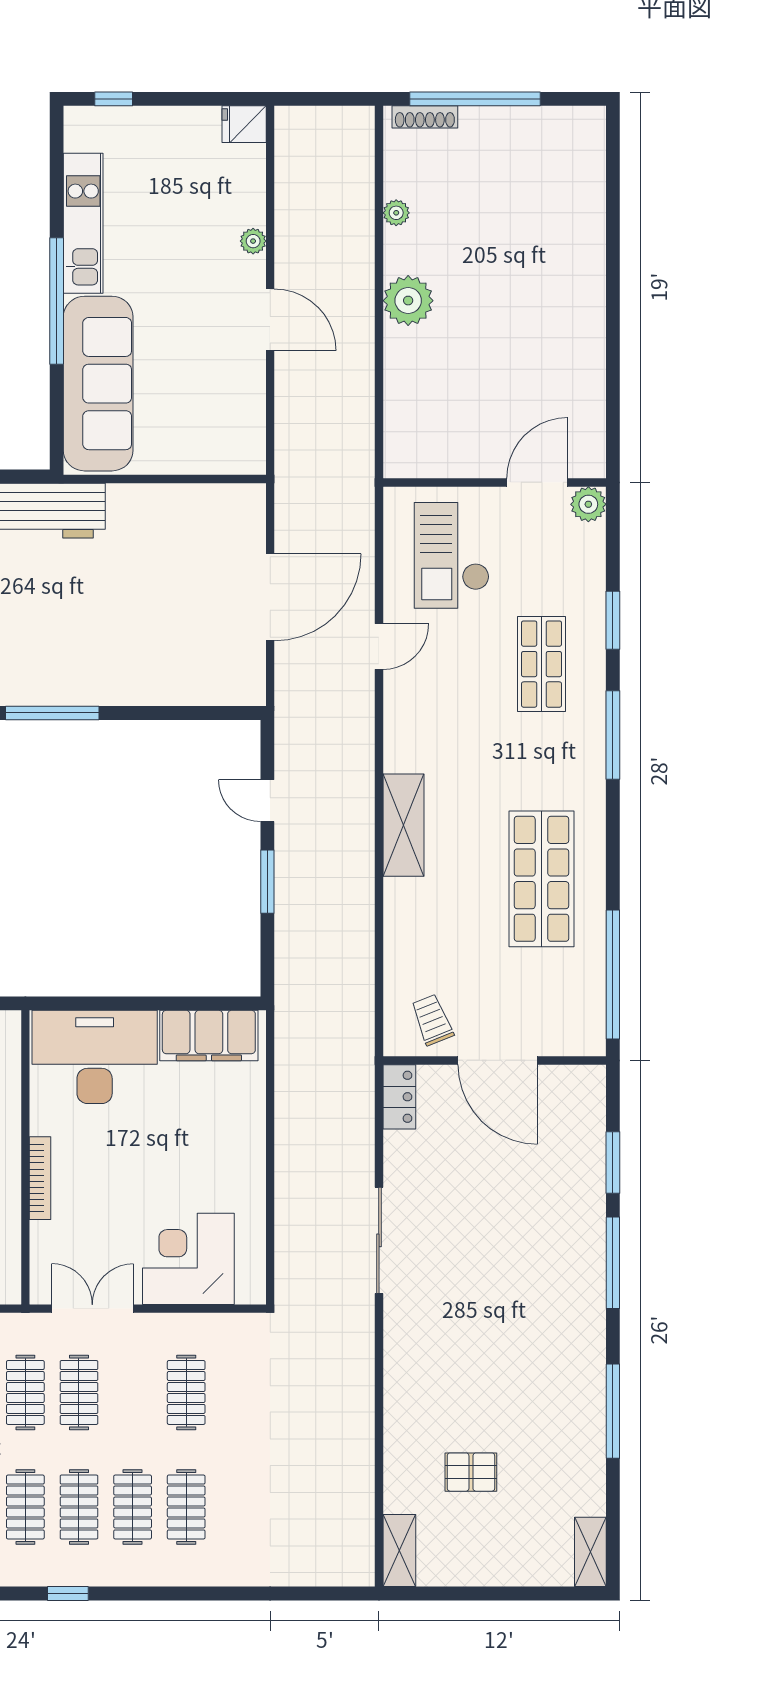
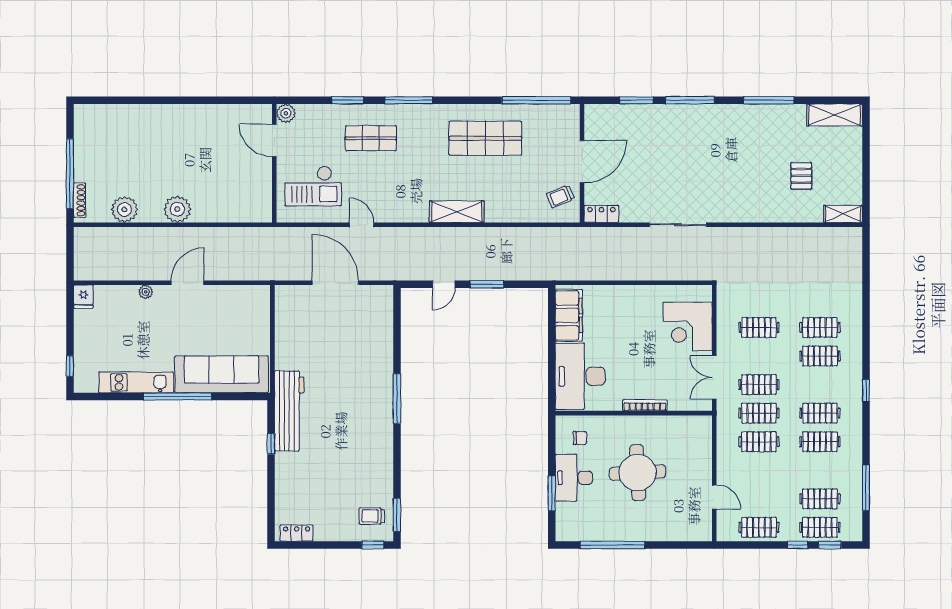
plant: (396, 213) -> (124, 209), width x1.88, depth x1.88
clothes rail: (79, 1507) -> (820, 385), removed
shelving: (590, 1552) -> (835, 115), width x1.50, depth x1.33

